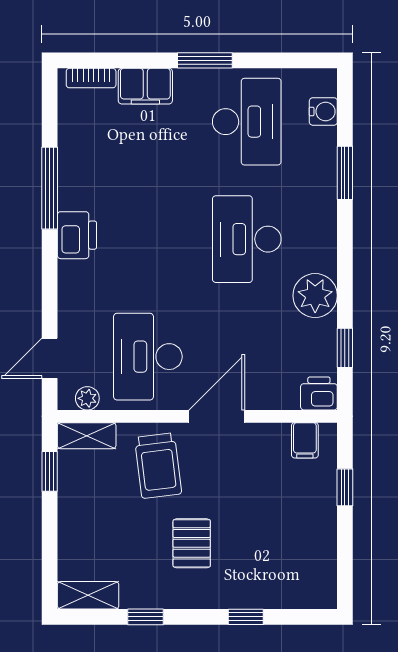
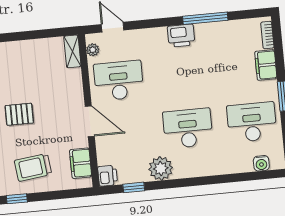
desk: (247, 122) -> (252, 122), turned 180
window: (345, 173) -> (229, 178), removed
filing cabinet: (305, 440) -> (81, 163), width x2.00
trolley: (158, 466) -> (33, 167), moved
window: (50, 471) -> (51, 33), removed
window: (345, 487) -> (17, 199), moved

